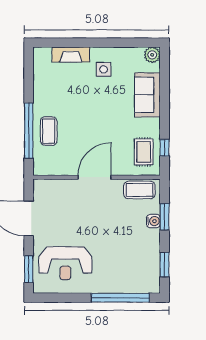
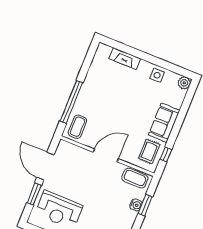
side table: (104, 69) -> (157, 75), moved
sofa: (147, 95) -> (164, 123), moved
coffee table: (49, 131) -> (77, 127), moved
window: (29, 269) -> (34, 194), moved

